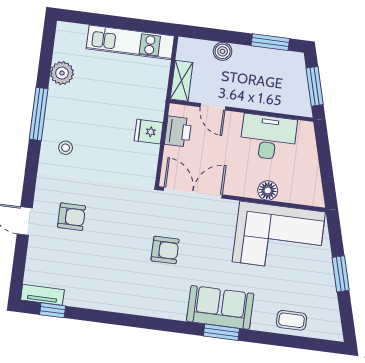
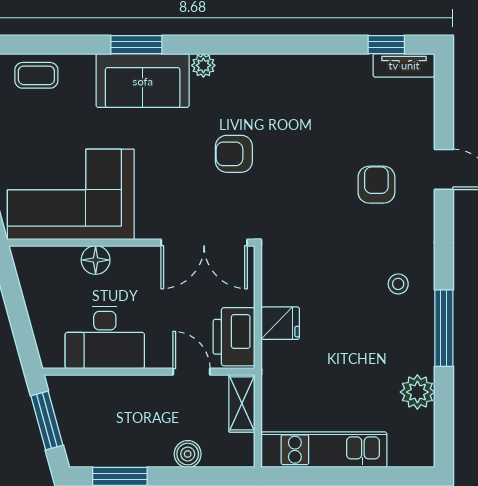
printer: (178, 132) -> (234, 337), width x1.37, depth x1.19
armchair: (72, 217) -> (376, 185), turned 90
plant: (178, 312) -> (203, 65), added

